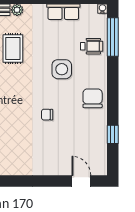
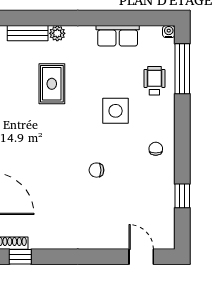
wheelchair: (92, 46) -> (154, 81), turned -90
chair: (93, 98) -> (156, 149), width x0.54, depth x0.54

